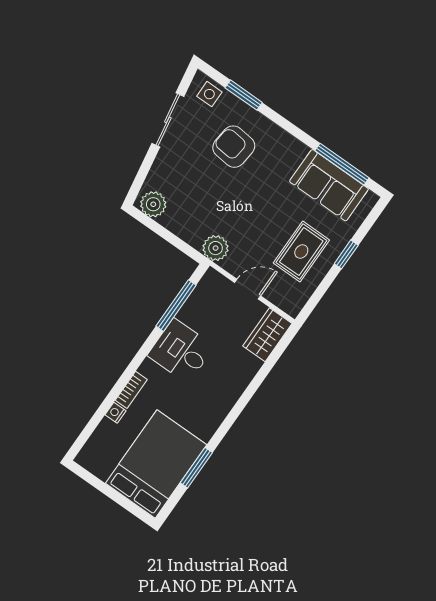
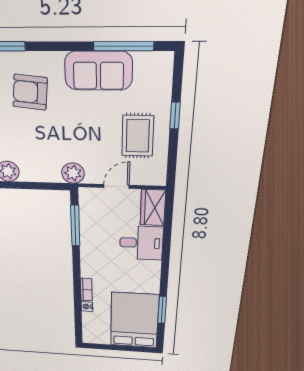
sofa: (329, 185) -> (98, 71), moved
desk: (181, 351) -> (141, 243), moved, turned 180

